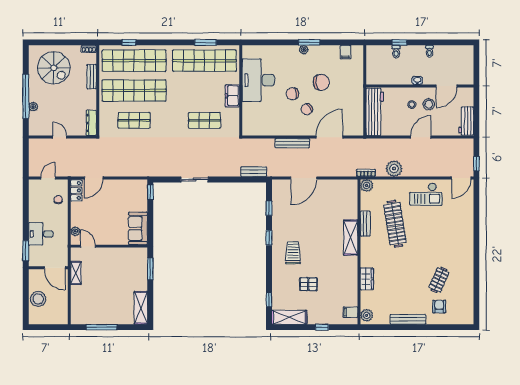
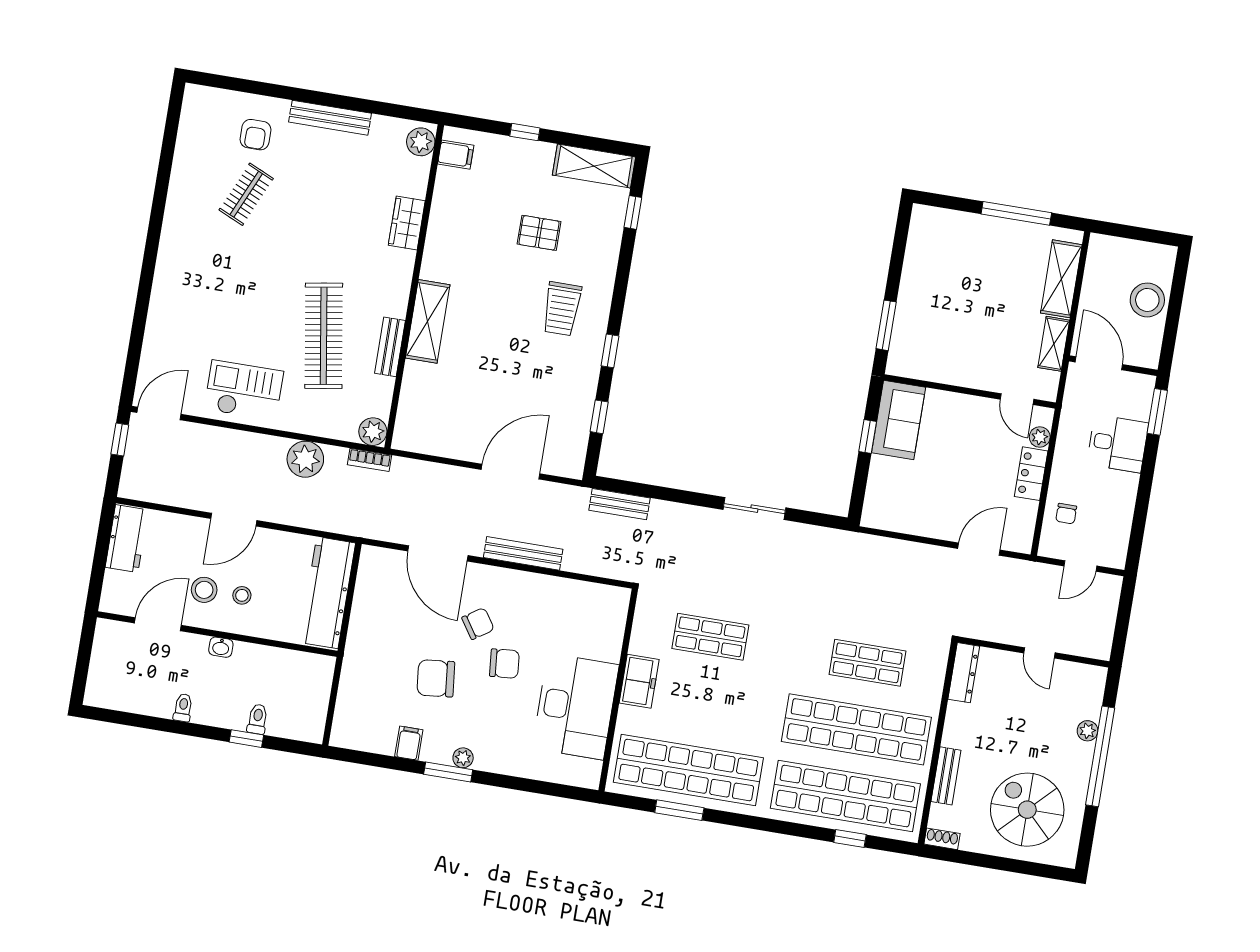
filing cabinet: (346, 52) -> (409, 743), moved
door: (329, 137) -> (438, 553), hinge flipped
locker: (76, 190) -> (1031, 474), moved
window: (150, 192) -> (868, 437), moved
shelving: (141, 308) -> (1061, 279), moved

